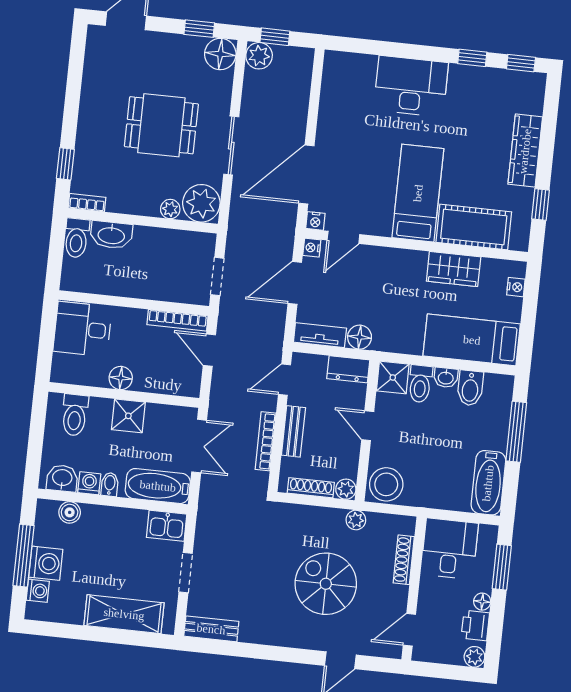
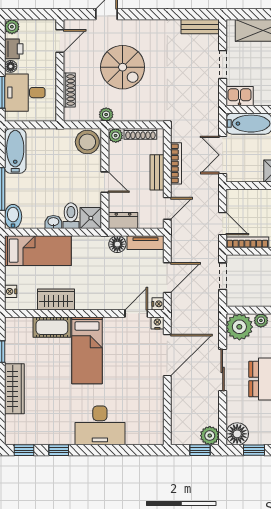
cot: (474, 227) -> (52, 327), width x0.73, depth x0.75
bidet: (470, 388) -> (13, 216), moved
desk: (449, 549) -> (25, 93), moved, turned 90

